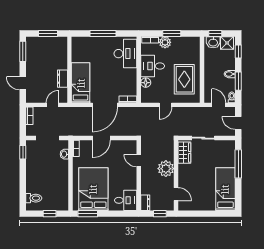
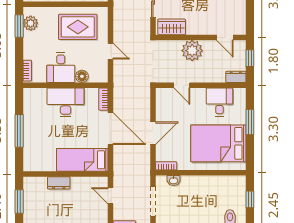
window: (172, 33) -> (19, 26), moved
plant: (165, 42) -> (31, 23), moved
desk: (125, 54) -> (66, 102), moved
dresser: (62, 79) -> (59, 183), moved
door: (101, 138) -> (153, 133), hinge flipped
door: (139, 161) -> (182, 85), hinge flipped
door: (176, 194) -> (225, 37), swing flipped
desk: (126, 200) -> (219, 102), moved
window: (88, 214) -> (250, 122), moved

